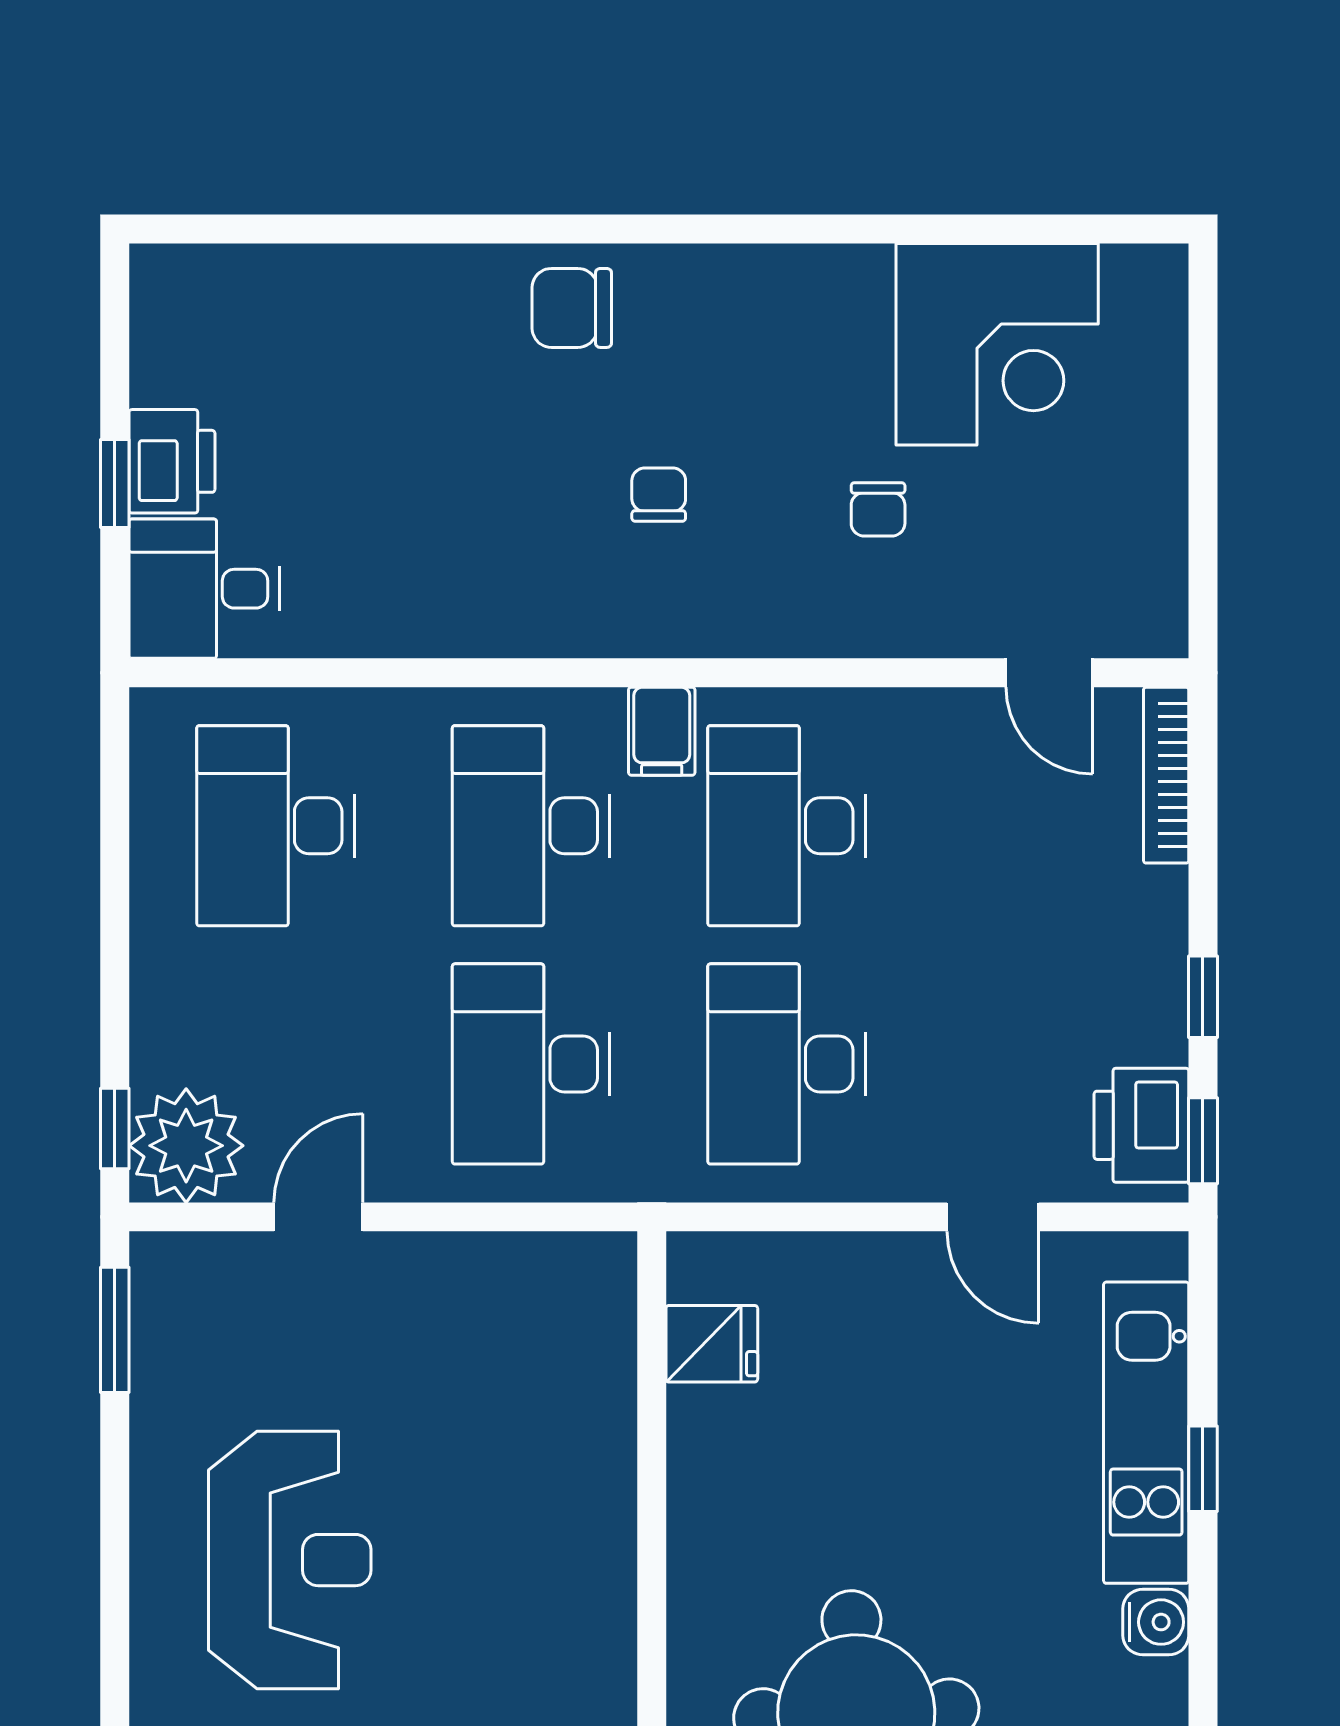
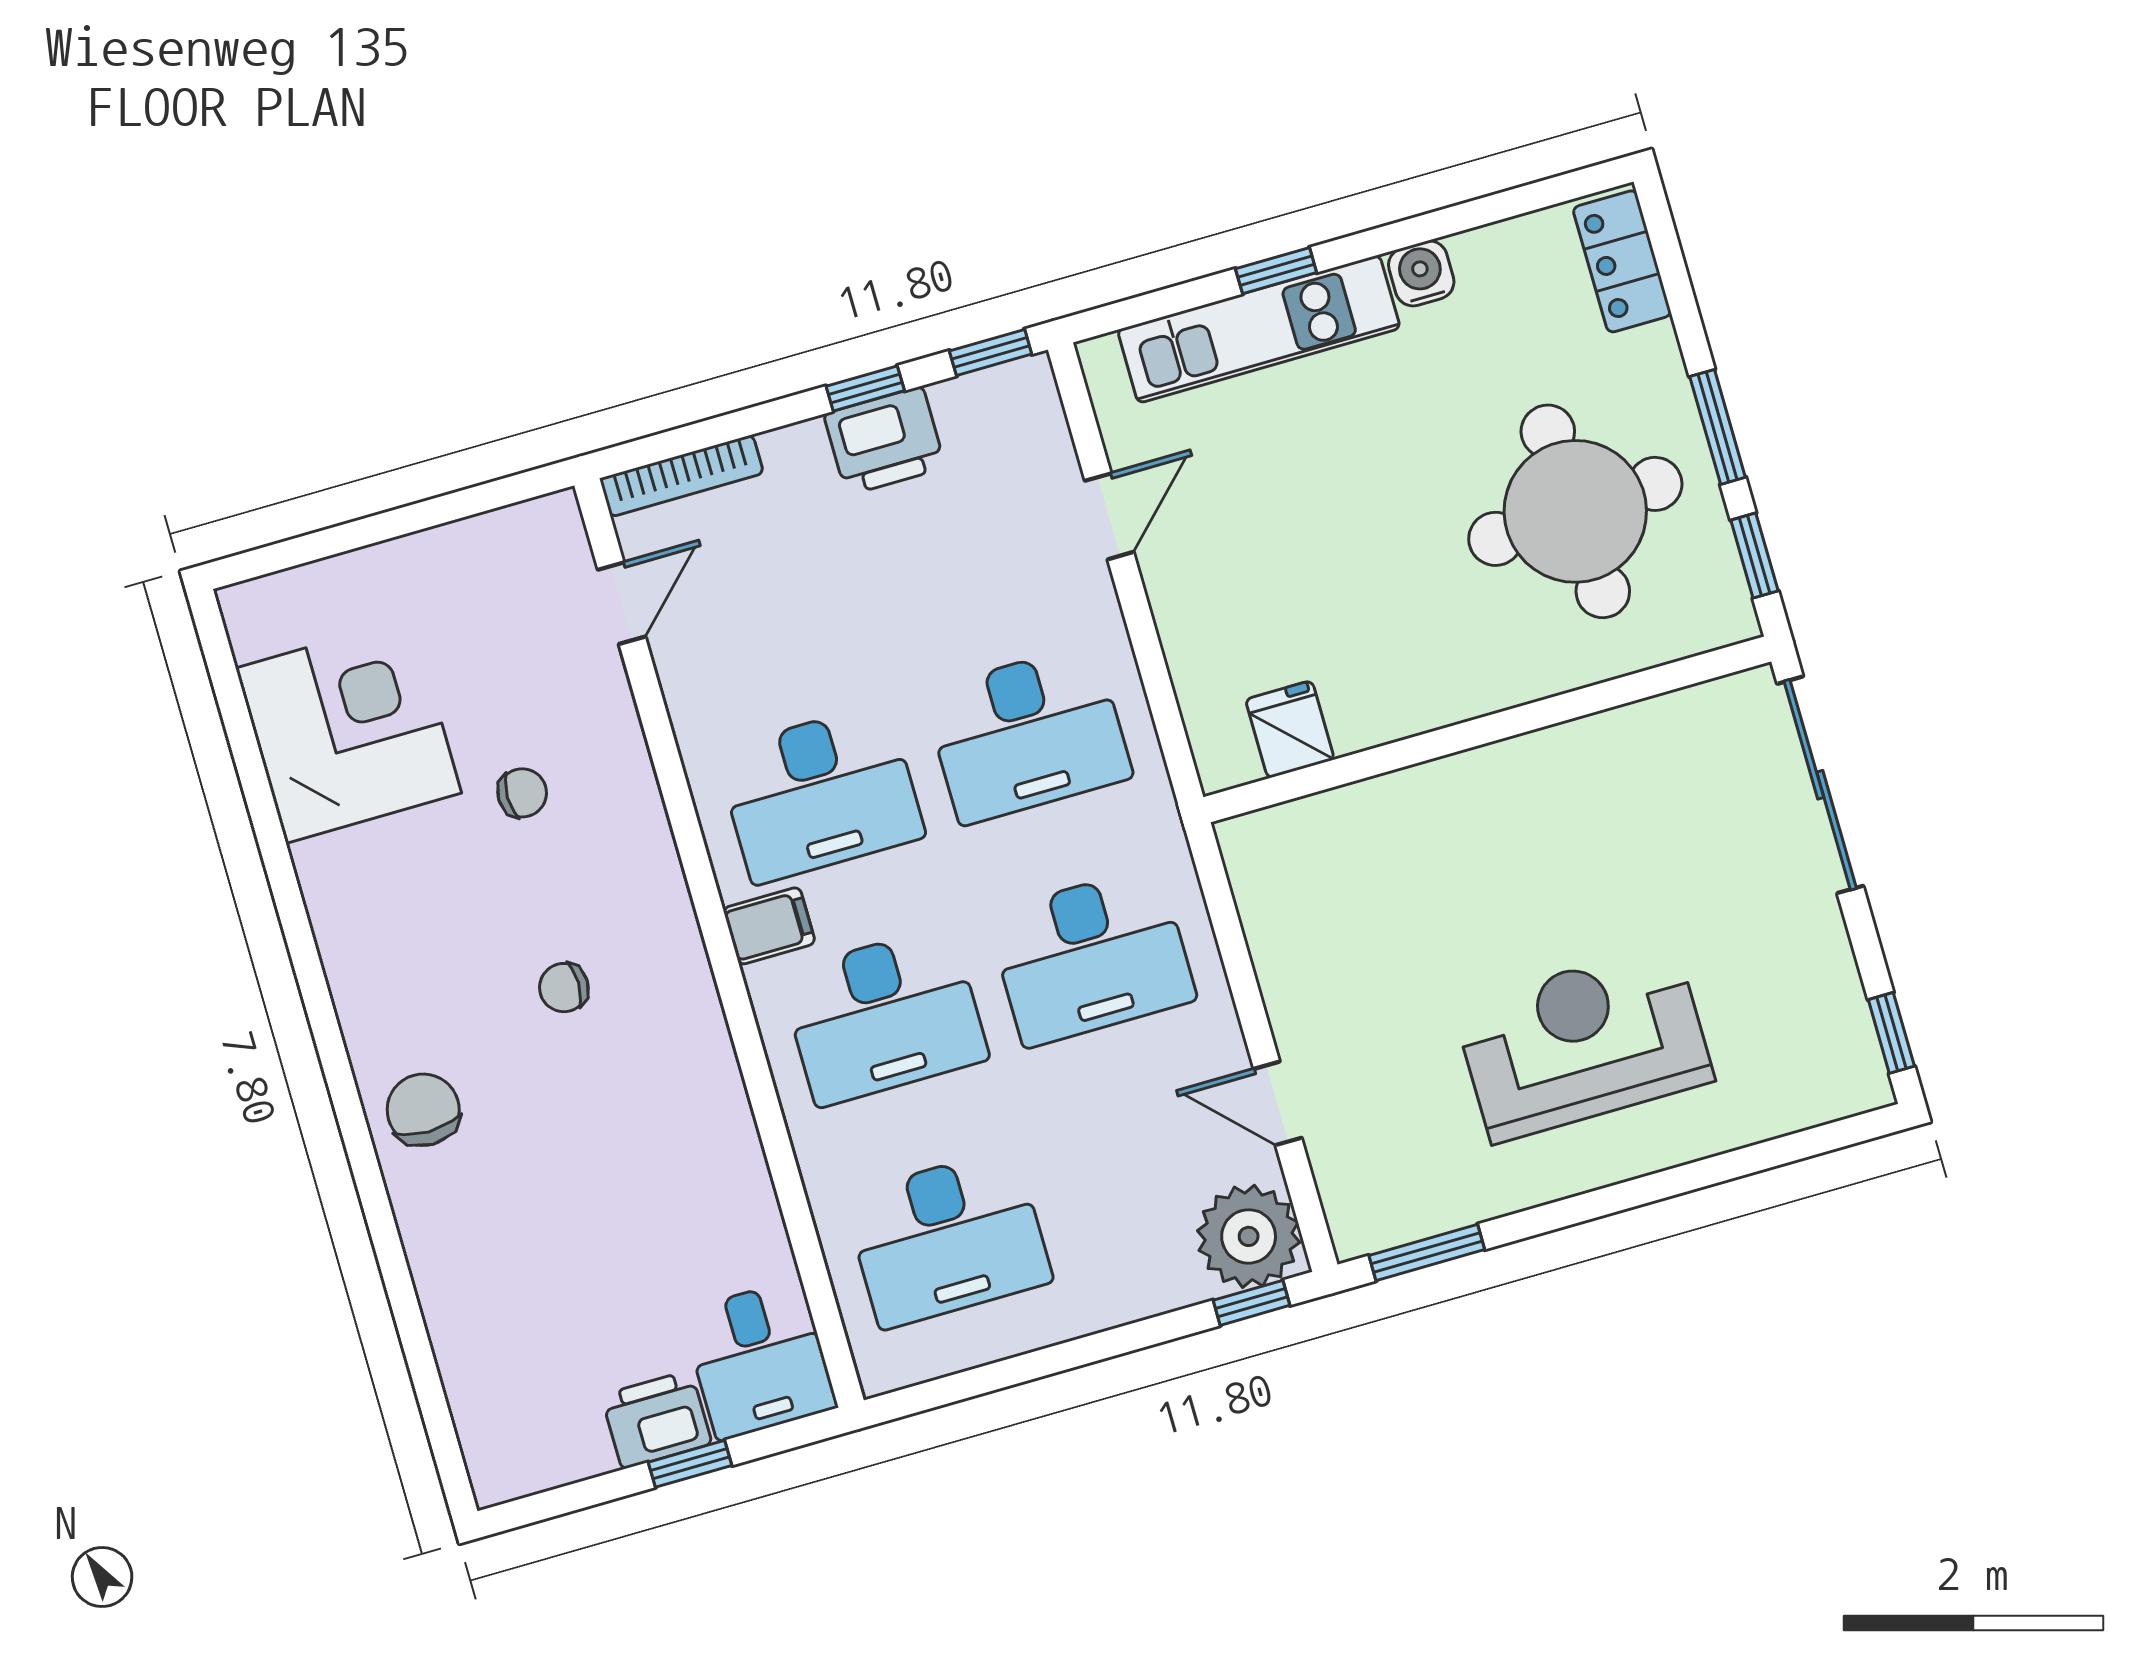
chair: (572, 308) -> (423, 1110), turned 180
printer: (1141, 1125) -> (885, 441), moved

